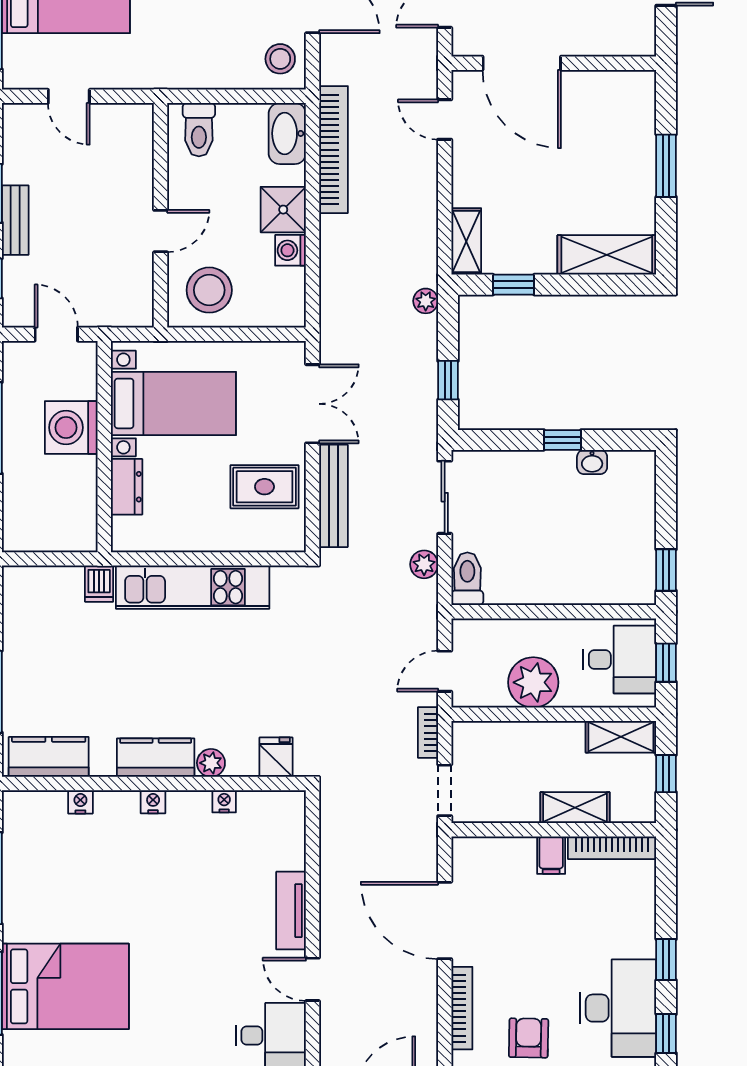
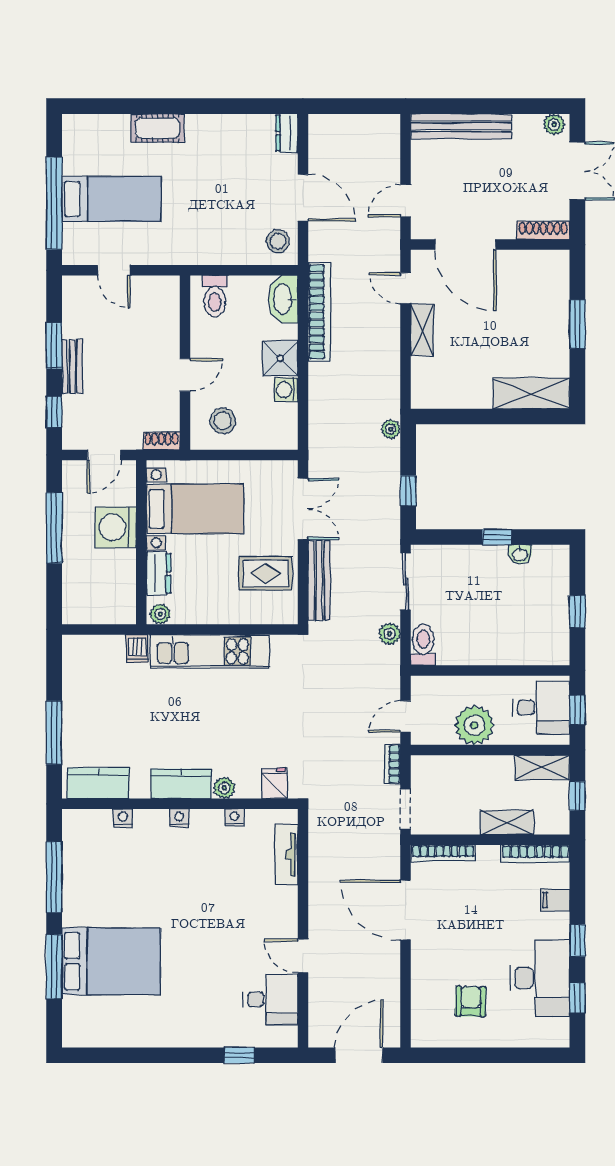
shoe rack: (622, 45) -> (543, 230), added
shelving: (466, 242) -> (422, 330), moved
window: (514, 285) -> (459, 416), removed
stool: (209, 290) -> (223, 421), width x0.73, depth x0.73
shoe rack: (130, 316) -> (161, 441), added
door: (56, 334) -> (104, 455), swing flipped
plant: (129, 539) -> (160, 614), added
window: (666, 570) -> (577, 612), moved
filing cabinet: (551, 855) -> (555, 900), moved, turned 90
tv unit: (291, 911) -> (286, 855), moved
bookcase: (462, 1008) -> (443, 853), moved, turned 90

